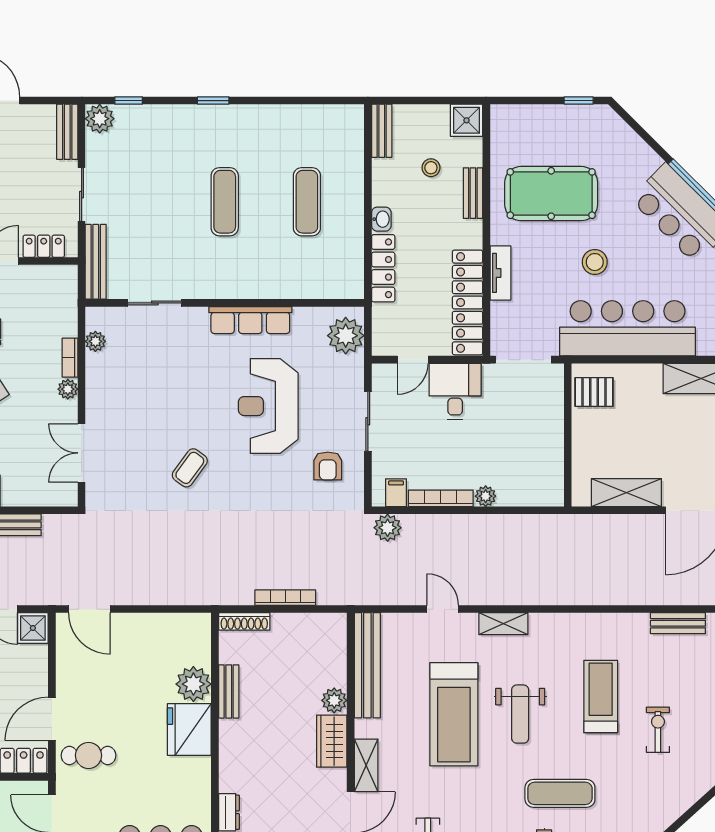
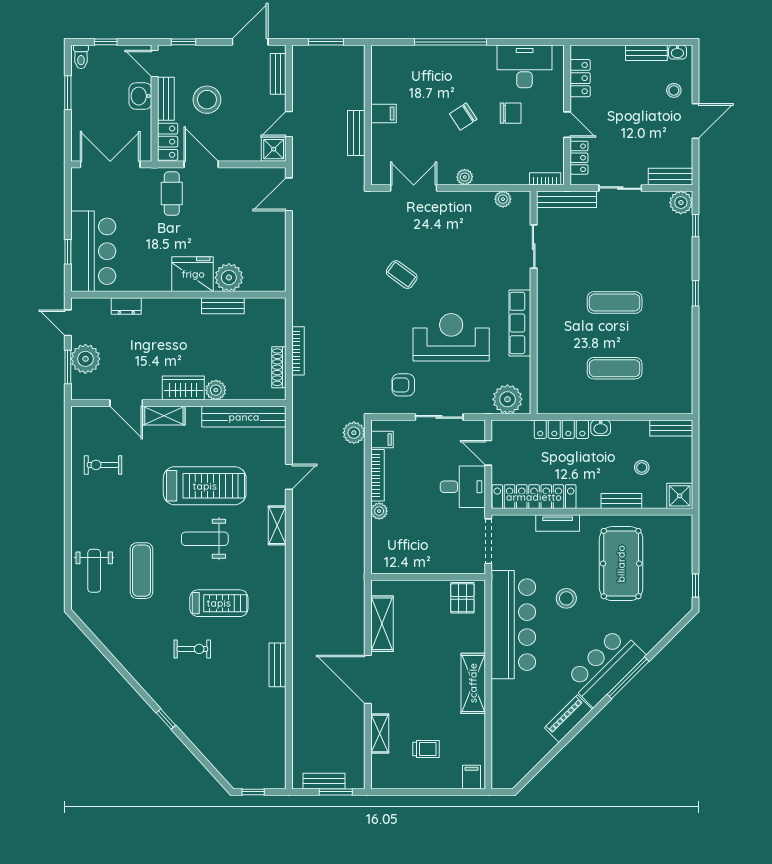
bookcase: (70, 358) -> (545, 179), moved
shoe rack: (244, 621) -> (279, 367), moved
treadmill: (454, 714) -> (205, 486), turned 180

